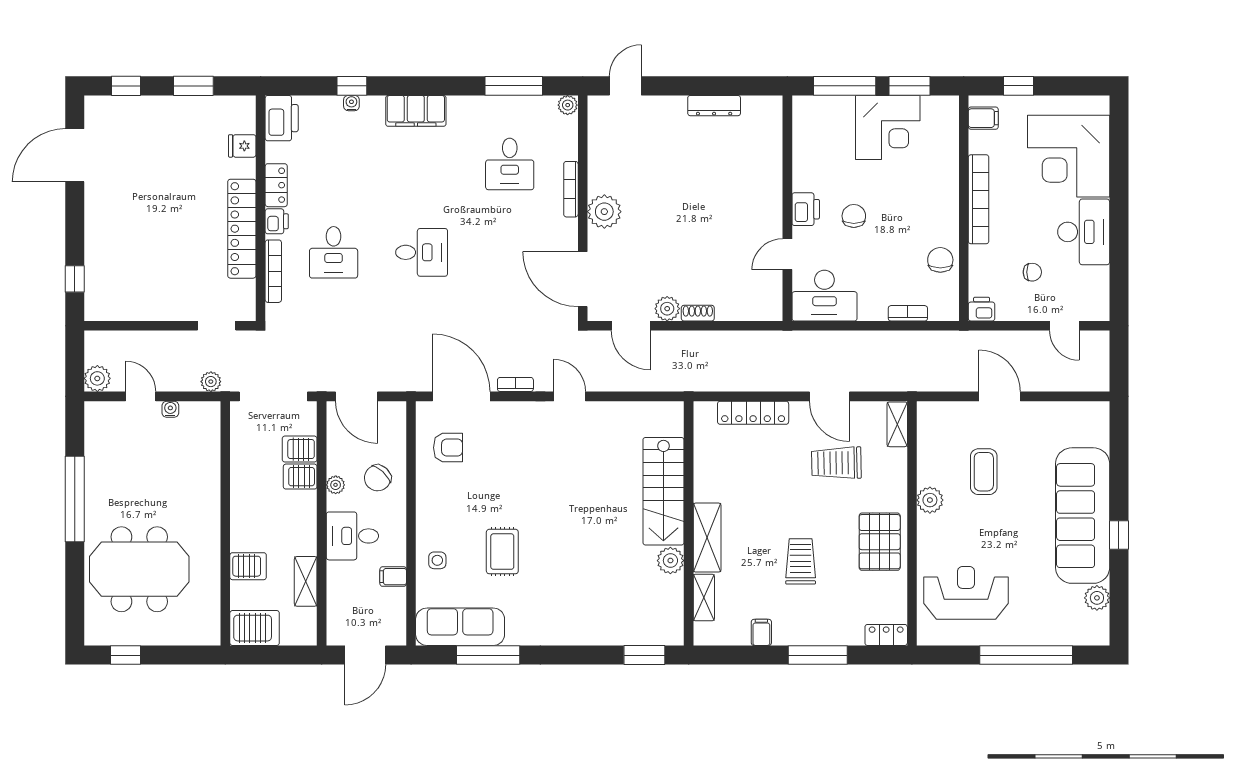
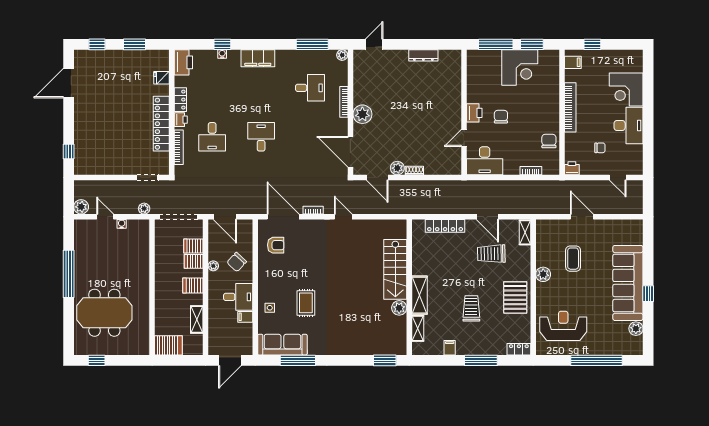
corner desk: (1069, 156) -> (626, 89), width x0.74, depth x0.74
desk: (510, 164) -> (310, 88), turned -90
desk: (422, 252) -> (261, 137), turned -90
desk: (352, 536) -> (238, 297), moved, turned 180
server rack: (248, 566) -> (193, 285), moved, turned 180

